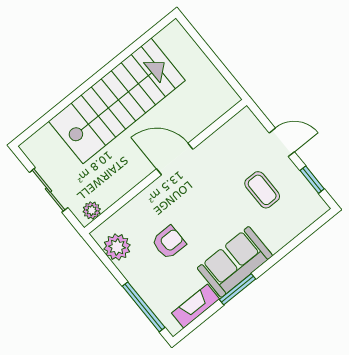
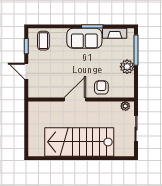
door: (175, 159) -> (75, 100), swing flipped
coffee table: (262, 190) -> (43, 41), moved
armchair: (169, 242) -> (101, 87), moved, turned 90
plant: (117, 247) -> (127, 67), moved

